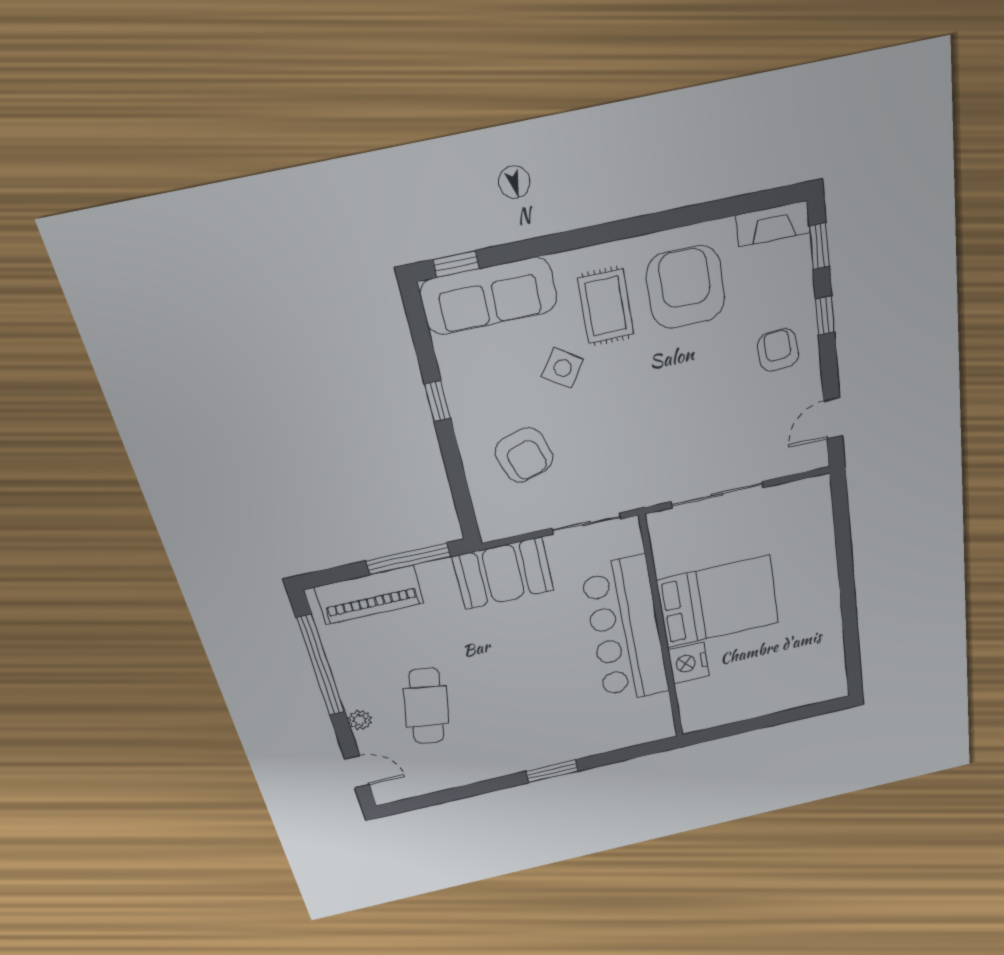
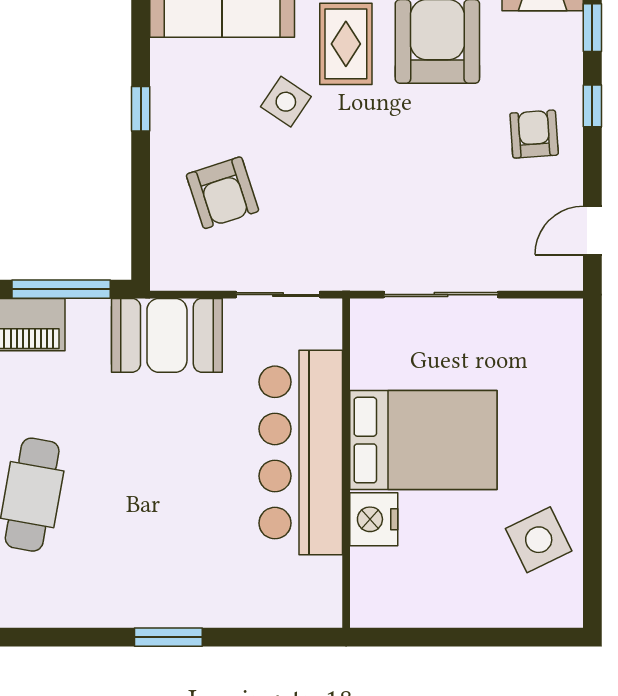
side table: (812, 648) -> (539, 540), added

